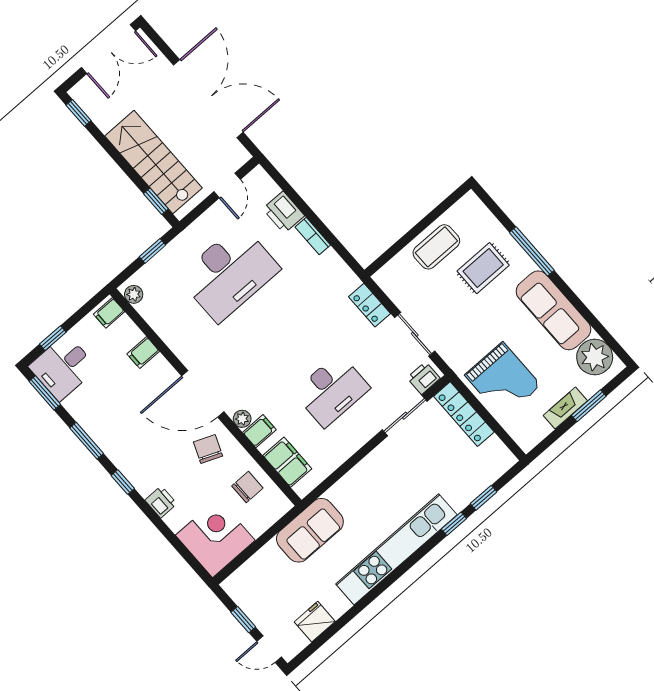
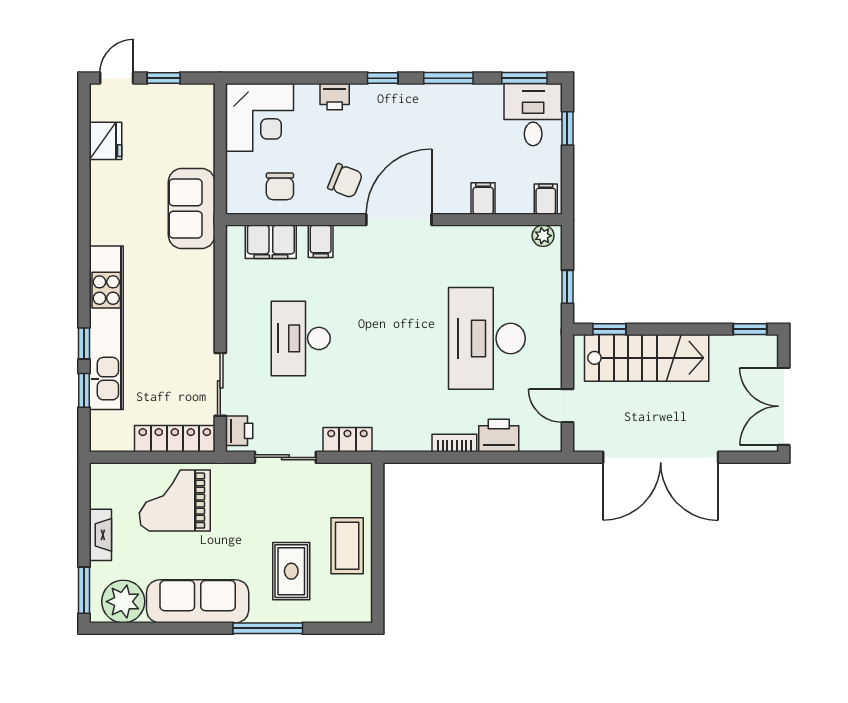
window: (589, 406) -> (84, 590), moved
plant: (242, 419) -> (345, 235), removed
kitchen unit: (396, 549) -> (106, 328), moved

